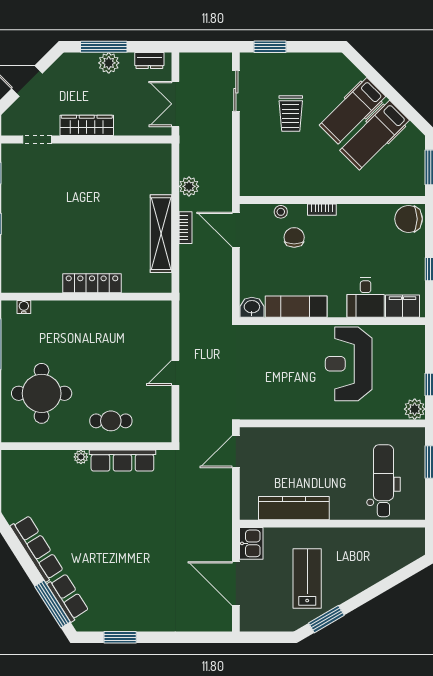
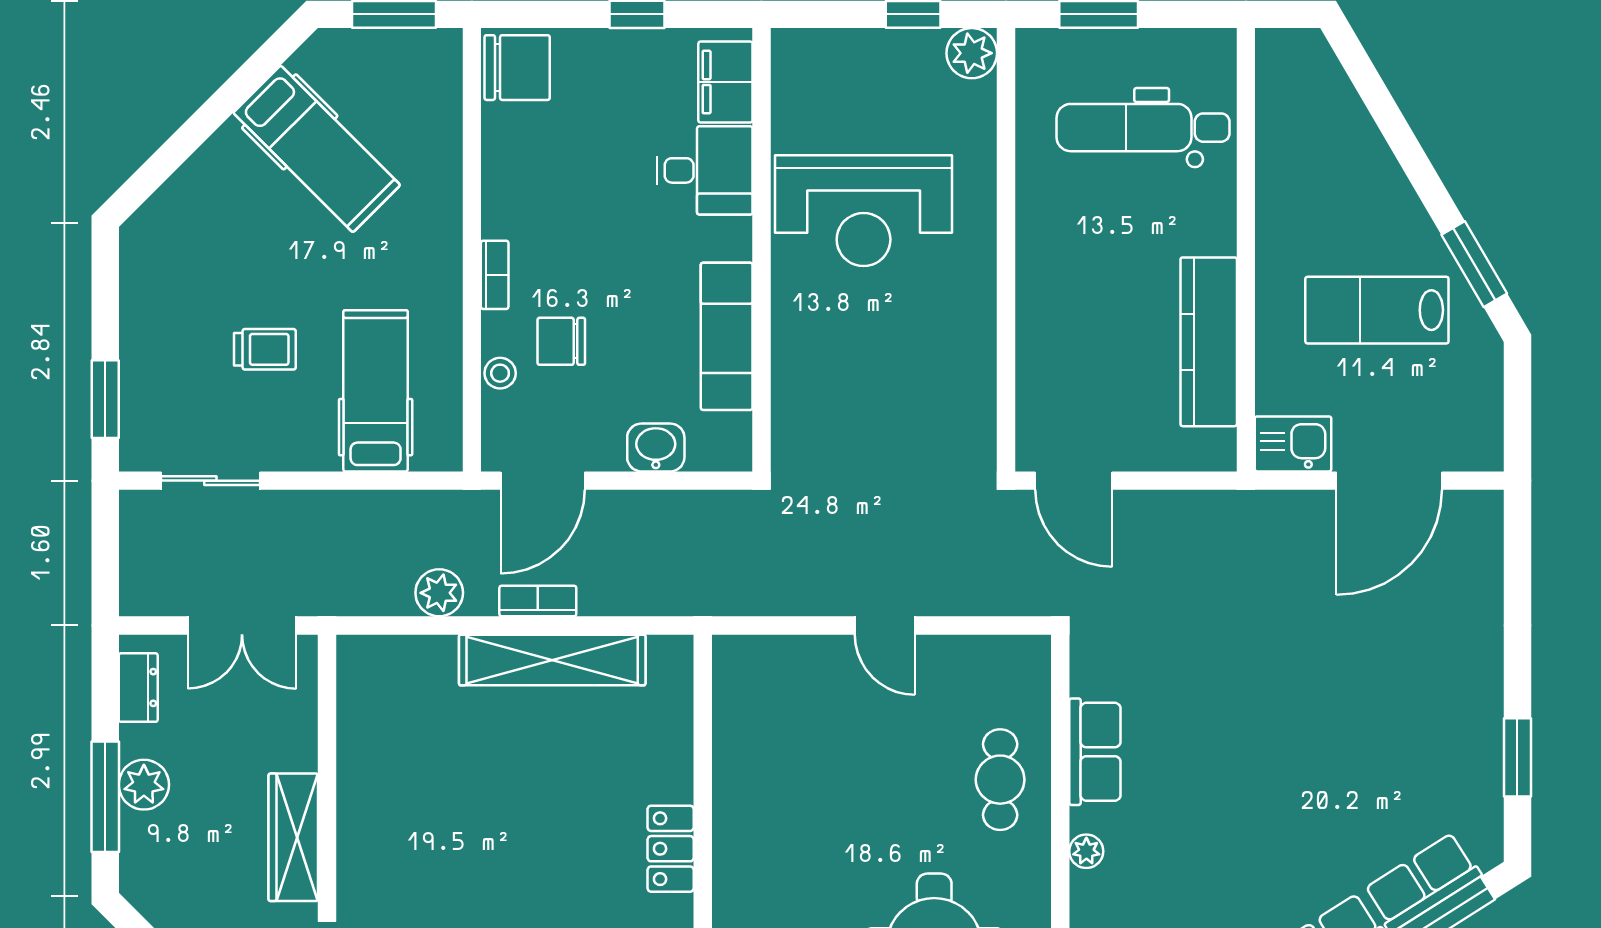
hospital bed: (353, 111) -> (376, 391), moved, turned -135
trolley: (291, 114) -> (265, 349), width x0.73, depth x0.72
chair: (409, 219) -> (517, 68), turned -90
locker: (92, 283) -> (671, 849), width x0.66
washbasin: (252, 307) -> (656, 447), moved, turned 90
row of seats: (122, 461) -> (1095, 752), width x0.68

